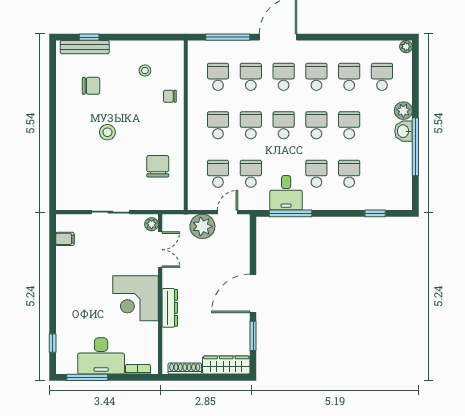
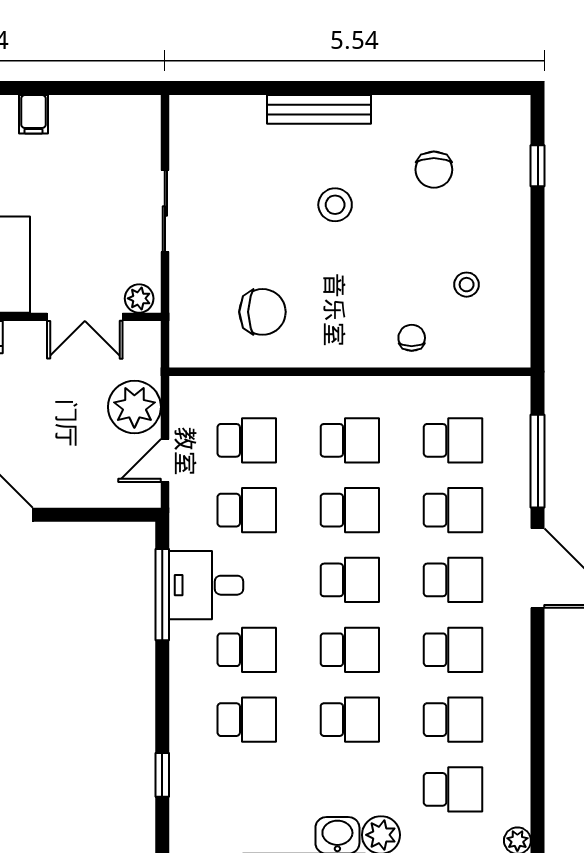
bench: (85, 47) -> (319, 109), moved, turned 90
door: (228, 212) -> (165, 460), swing flipped
filing cabinet: (65, 239) -> (34, 114), moved

